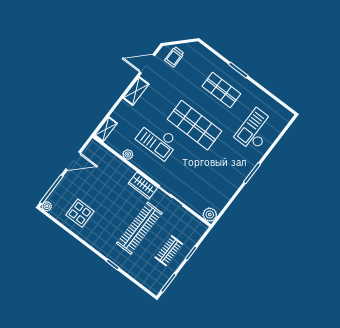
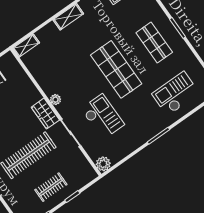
checkout: (157, 140) -> (103, 117), moved, turned 180
plant: (128, 154) -> (55, 100), moved

